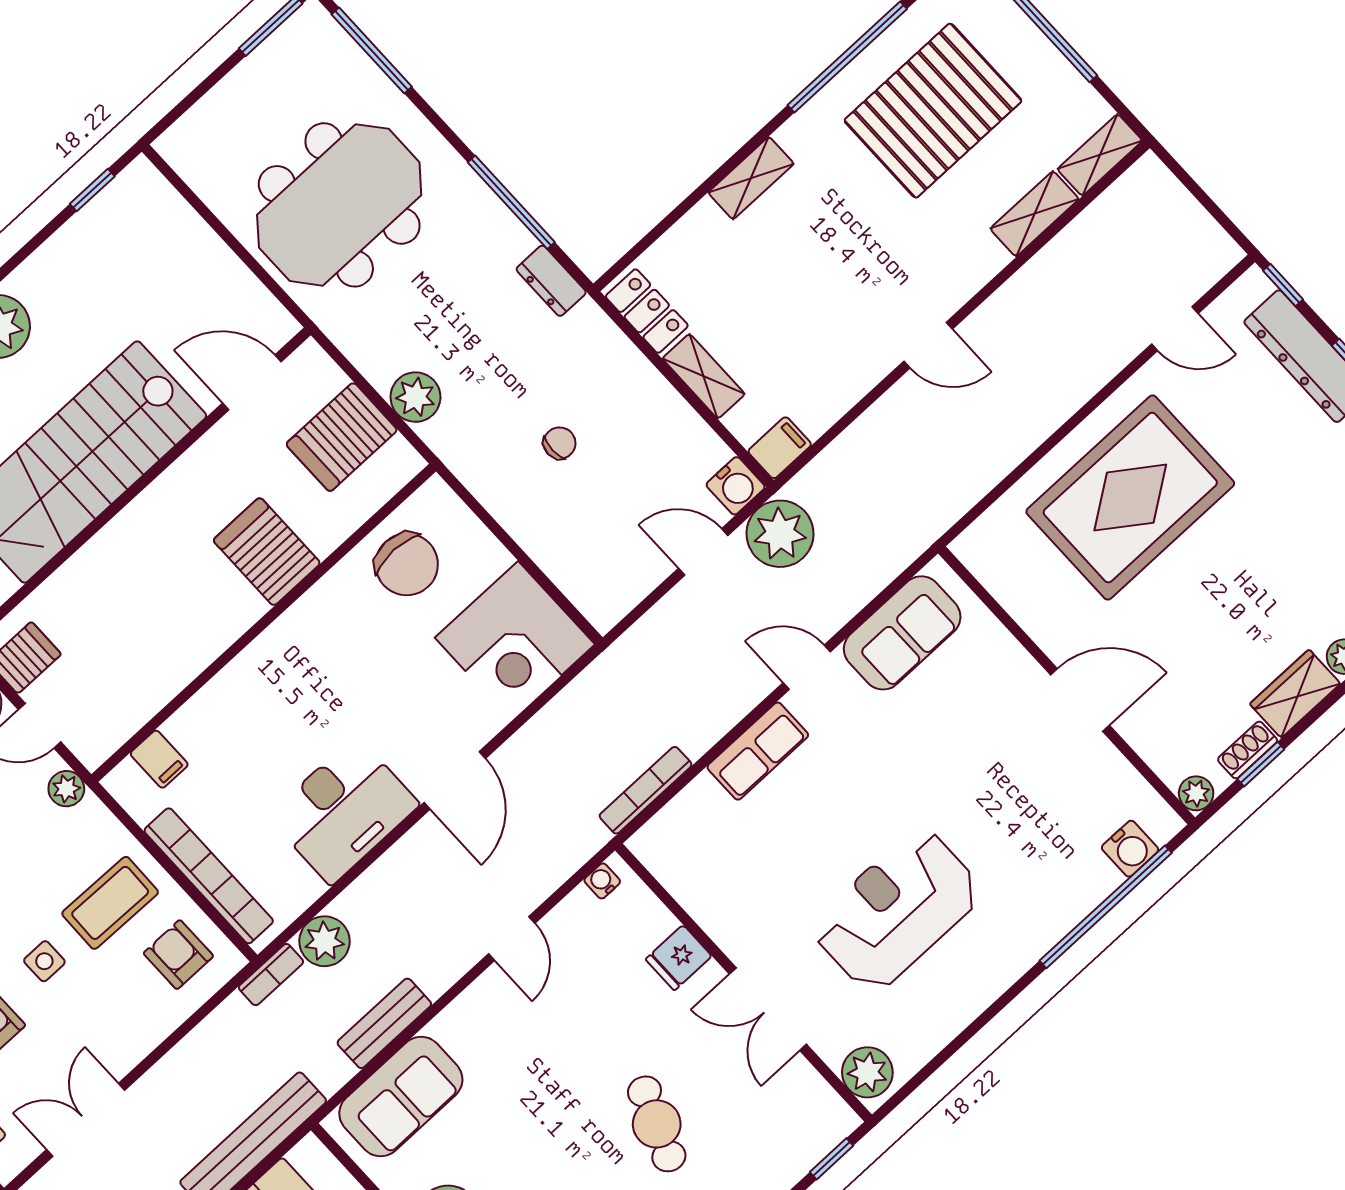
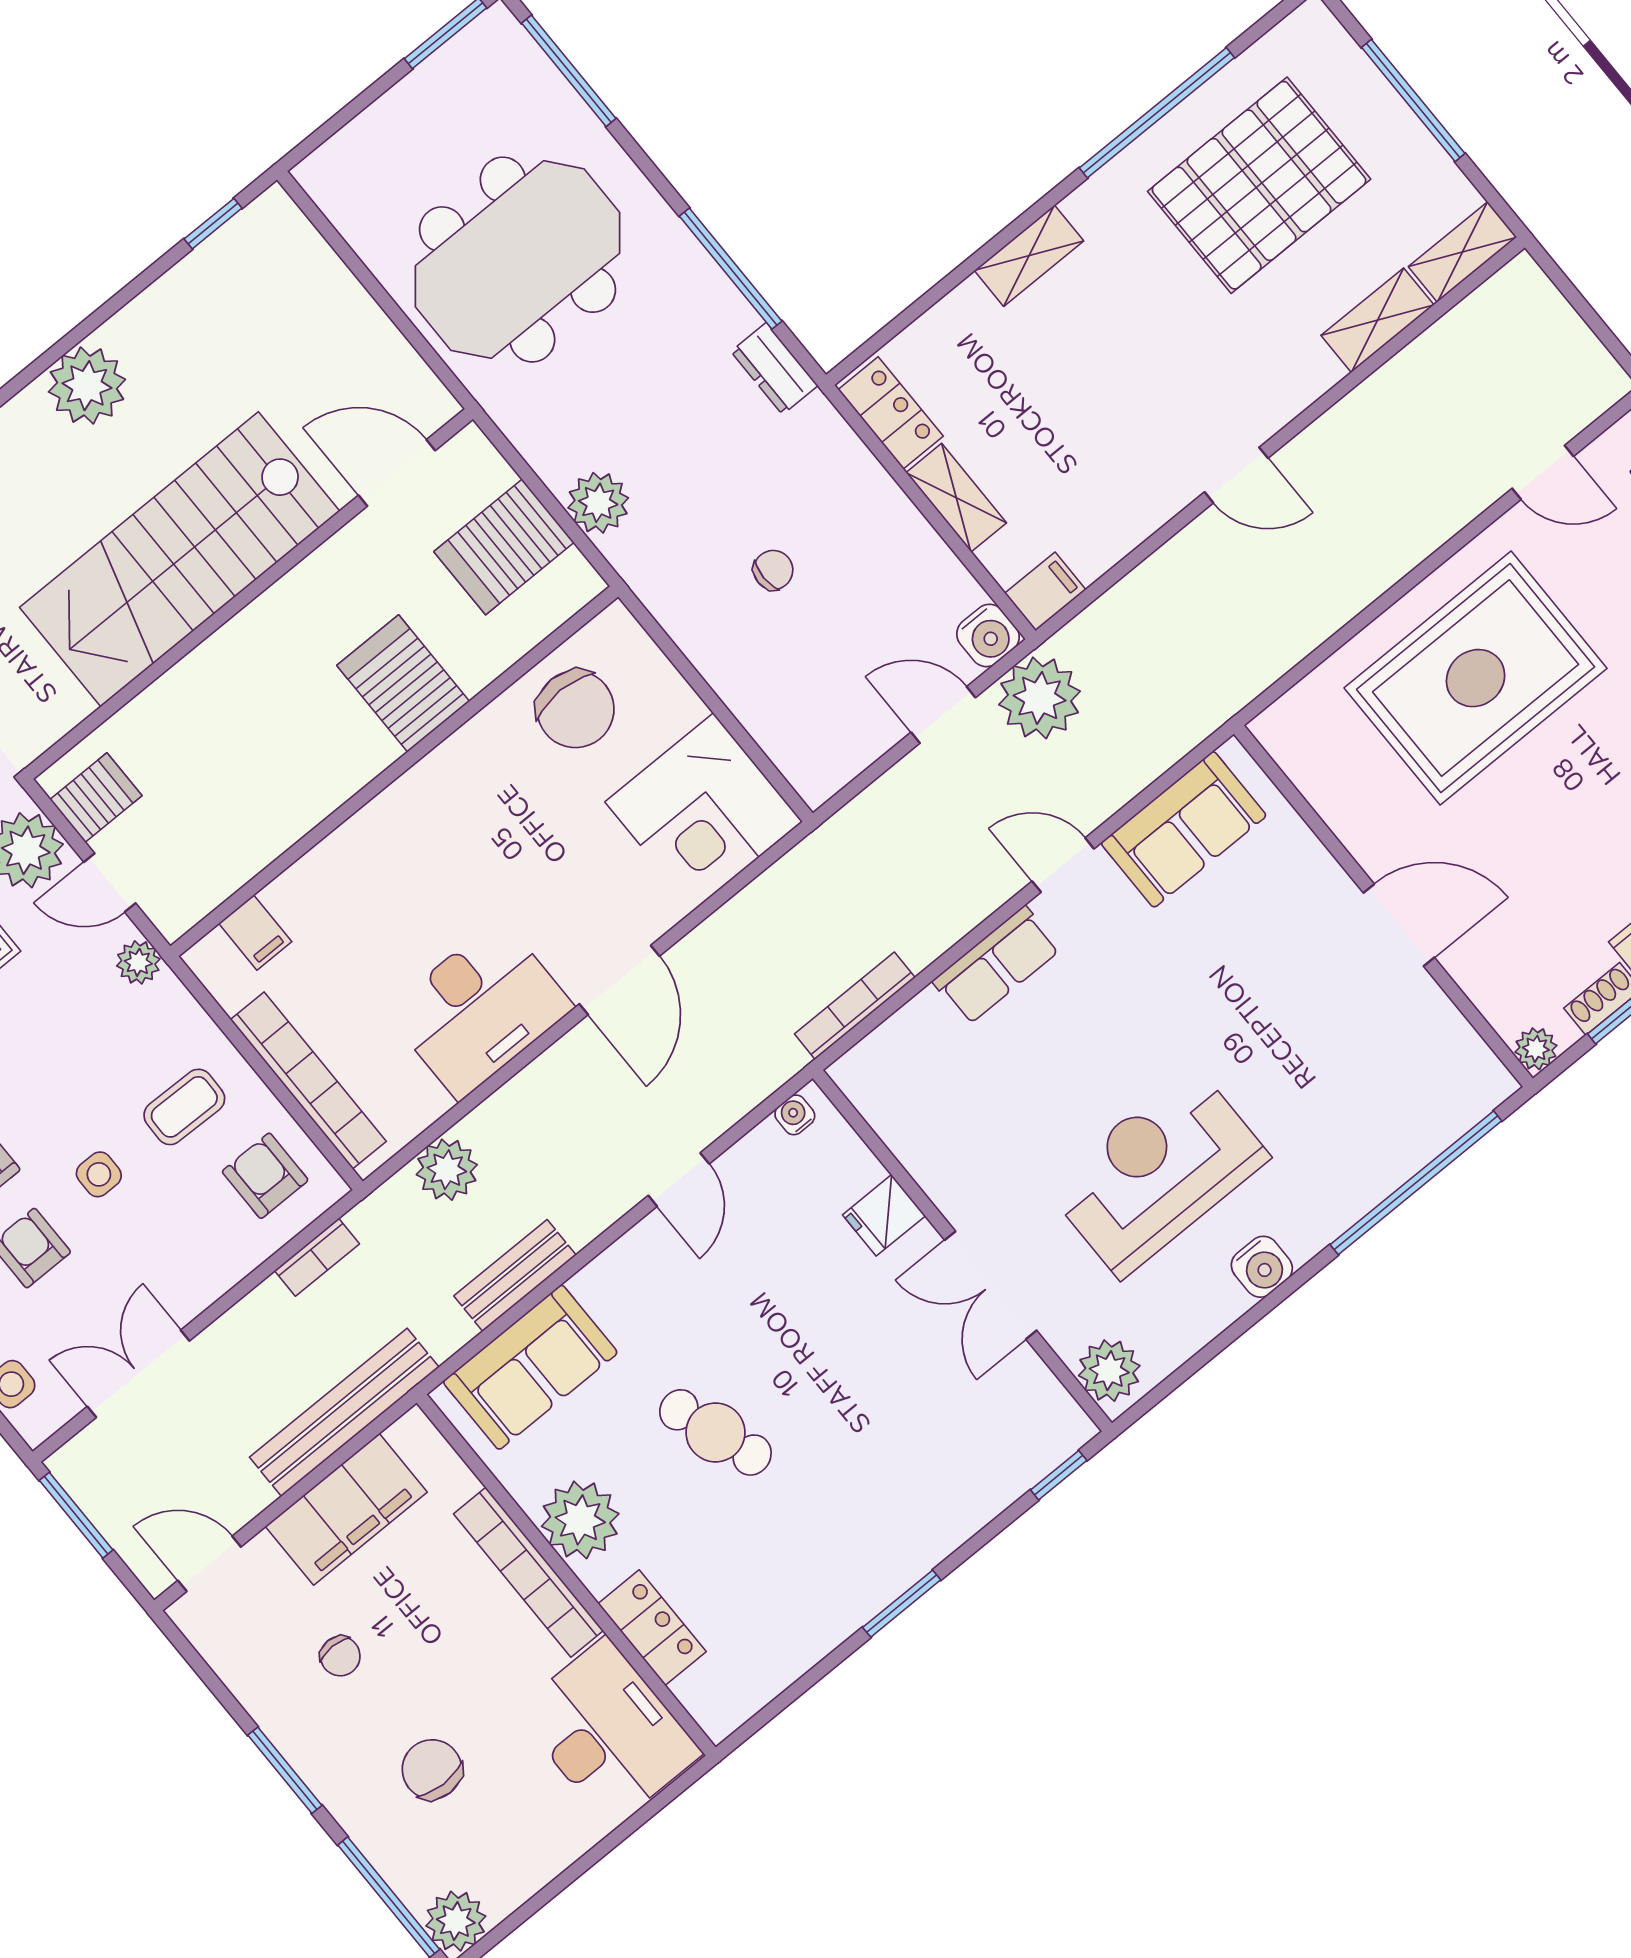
water cooler: (1130, 849) -> (1262, 1267), moved
coffee table: (110, 903) -> (184, 1107), width x0.73, depth x0.77
bookcase: (271, 975) -> (317, 1257), moved
cafe table: (657, 1124) -> (715, 1432), moved, turned -41

